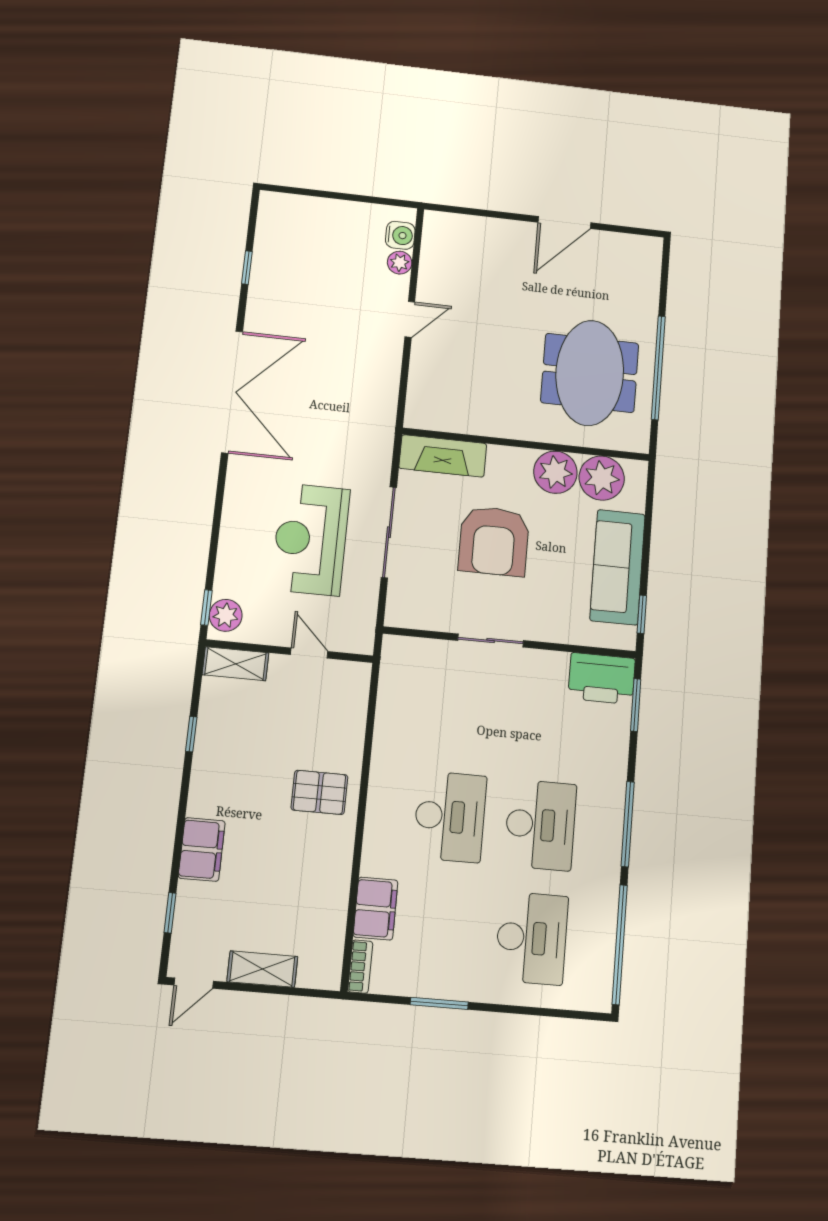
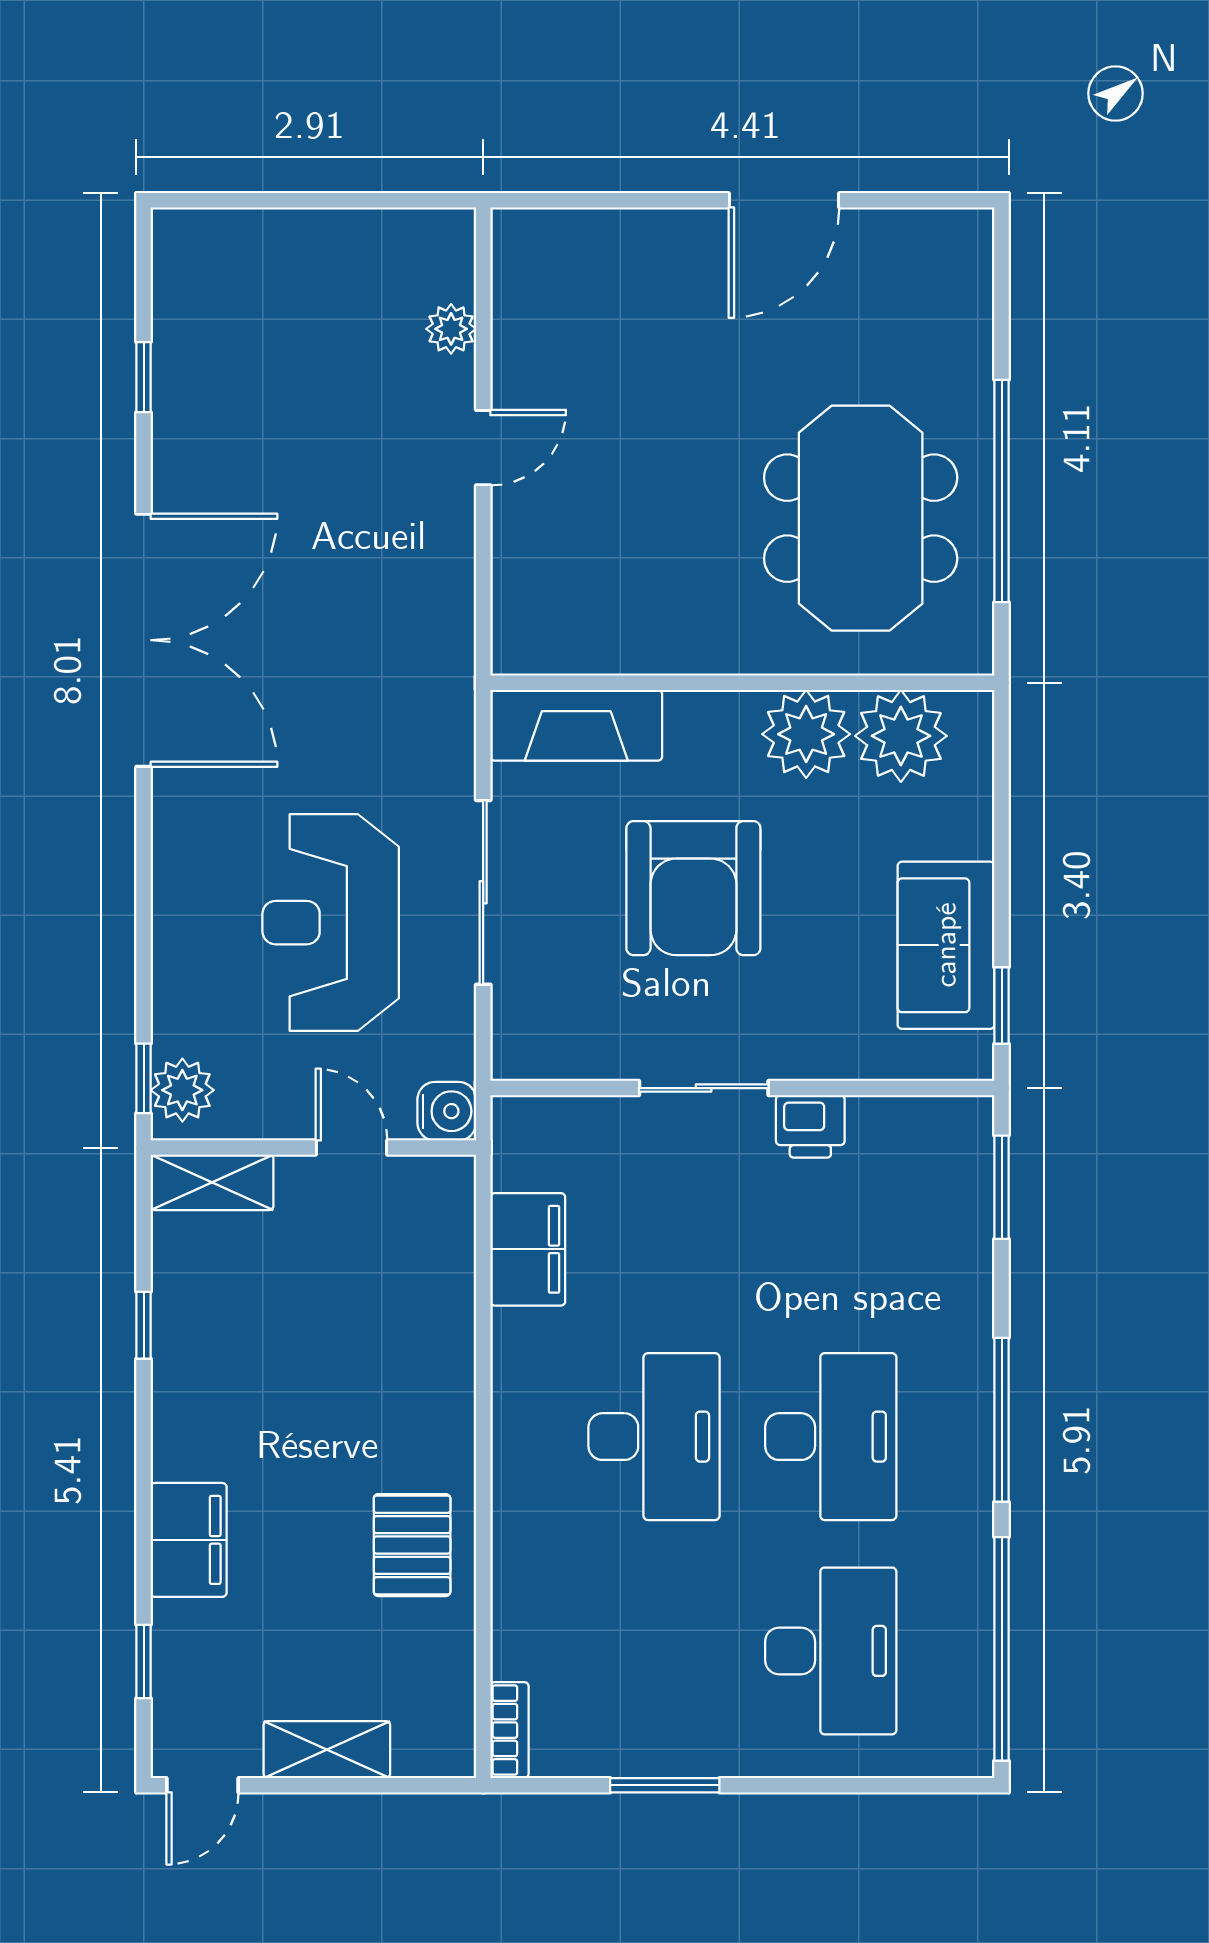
water cooler: (400, 235) -> (447, 1111), moved
sofa: (617, 567) -> (946, 945), width x0.73
printer: (602, 678) -> (810, 1126), moved, width x0.53, depth x0.68
pallet: (319, 792) -> (412, 1545), moved, turned 90
filing cabinet: (375, 909) -> (528, 1249), moved

